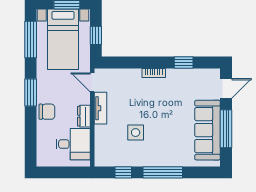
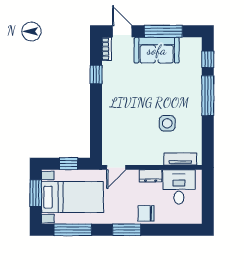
bookcase: (154, 73) -> (107, 49), moved
tv unit: (100, 108) -> (180, 159), moved
chair: (47, 112) -> (146, 213), turned -90
sofa: (208, 130) -> (157, 50), width x0.73
window: (123, 172) -> (208, 59), moved

